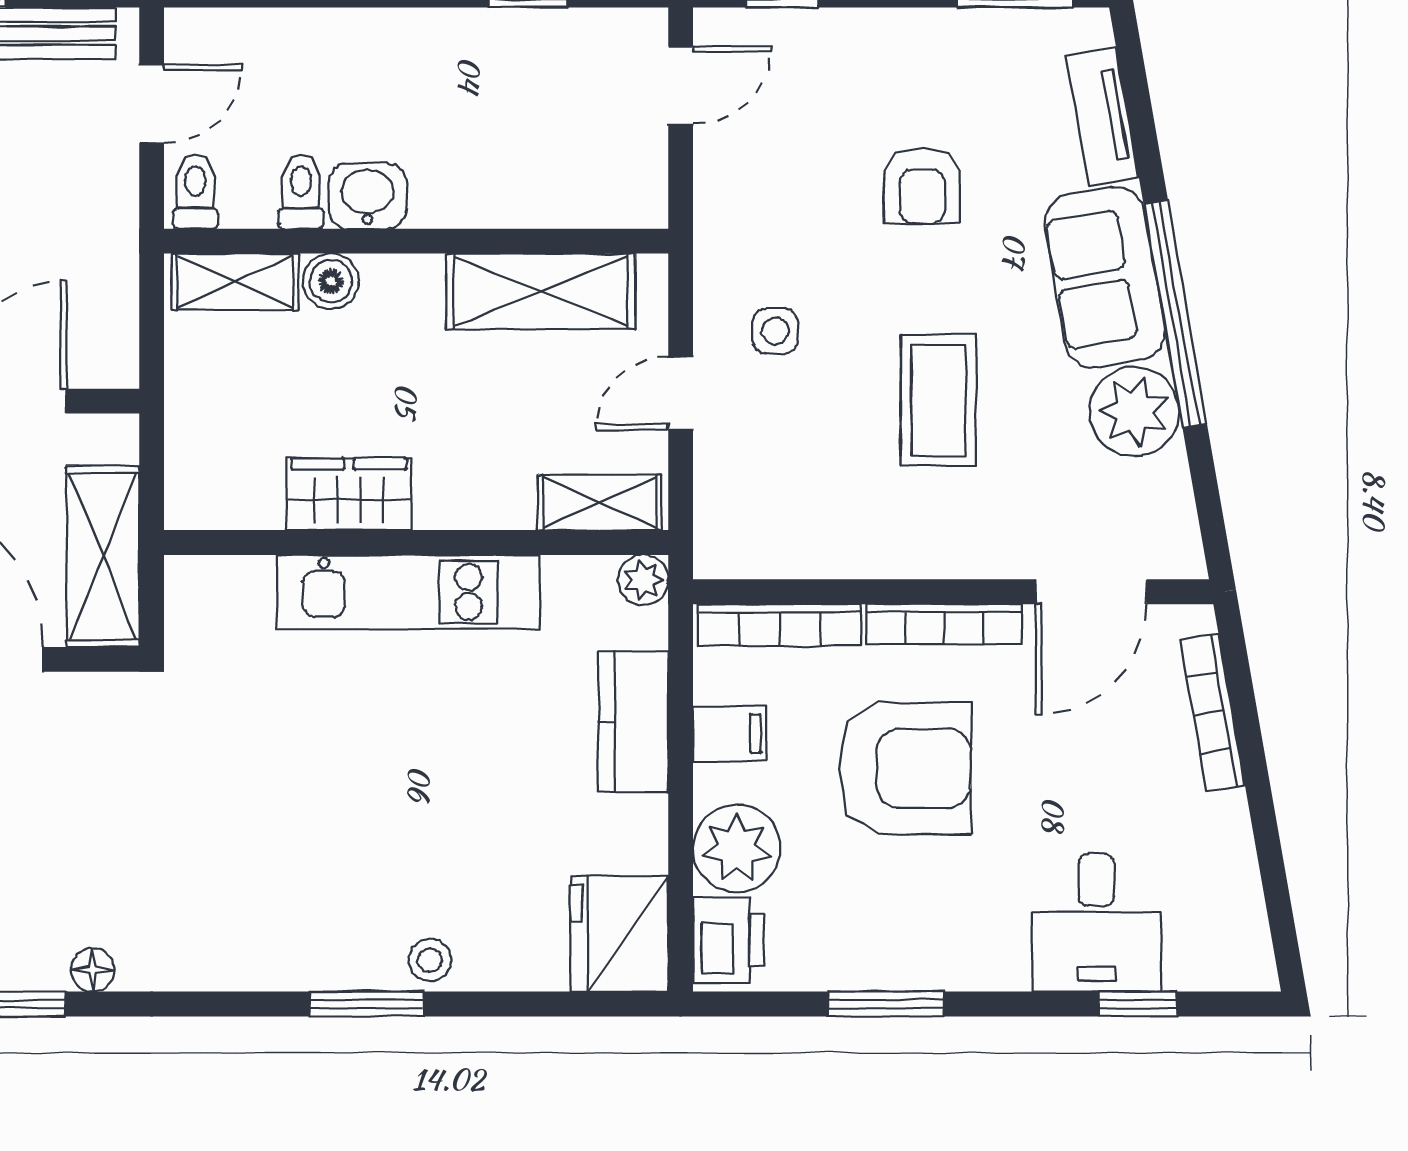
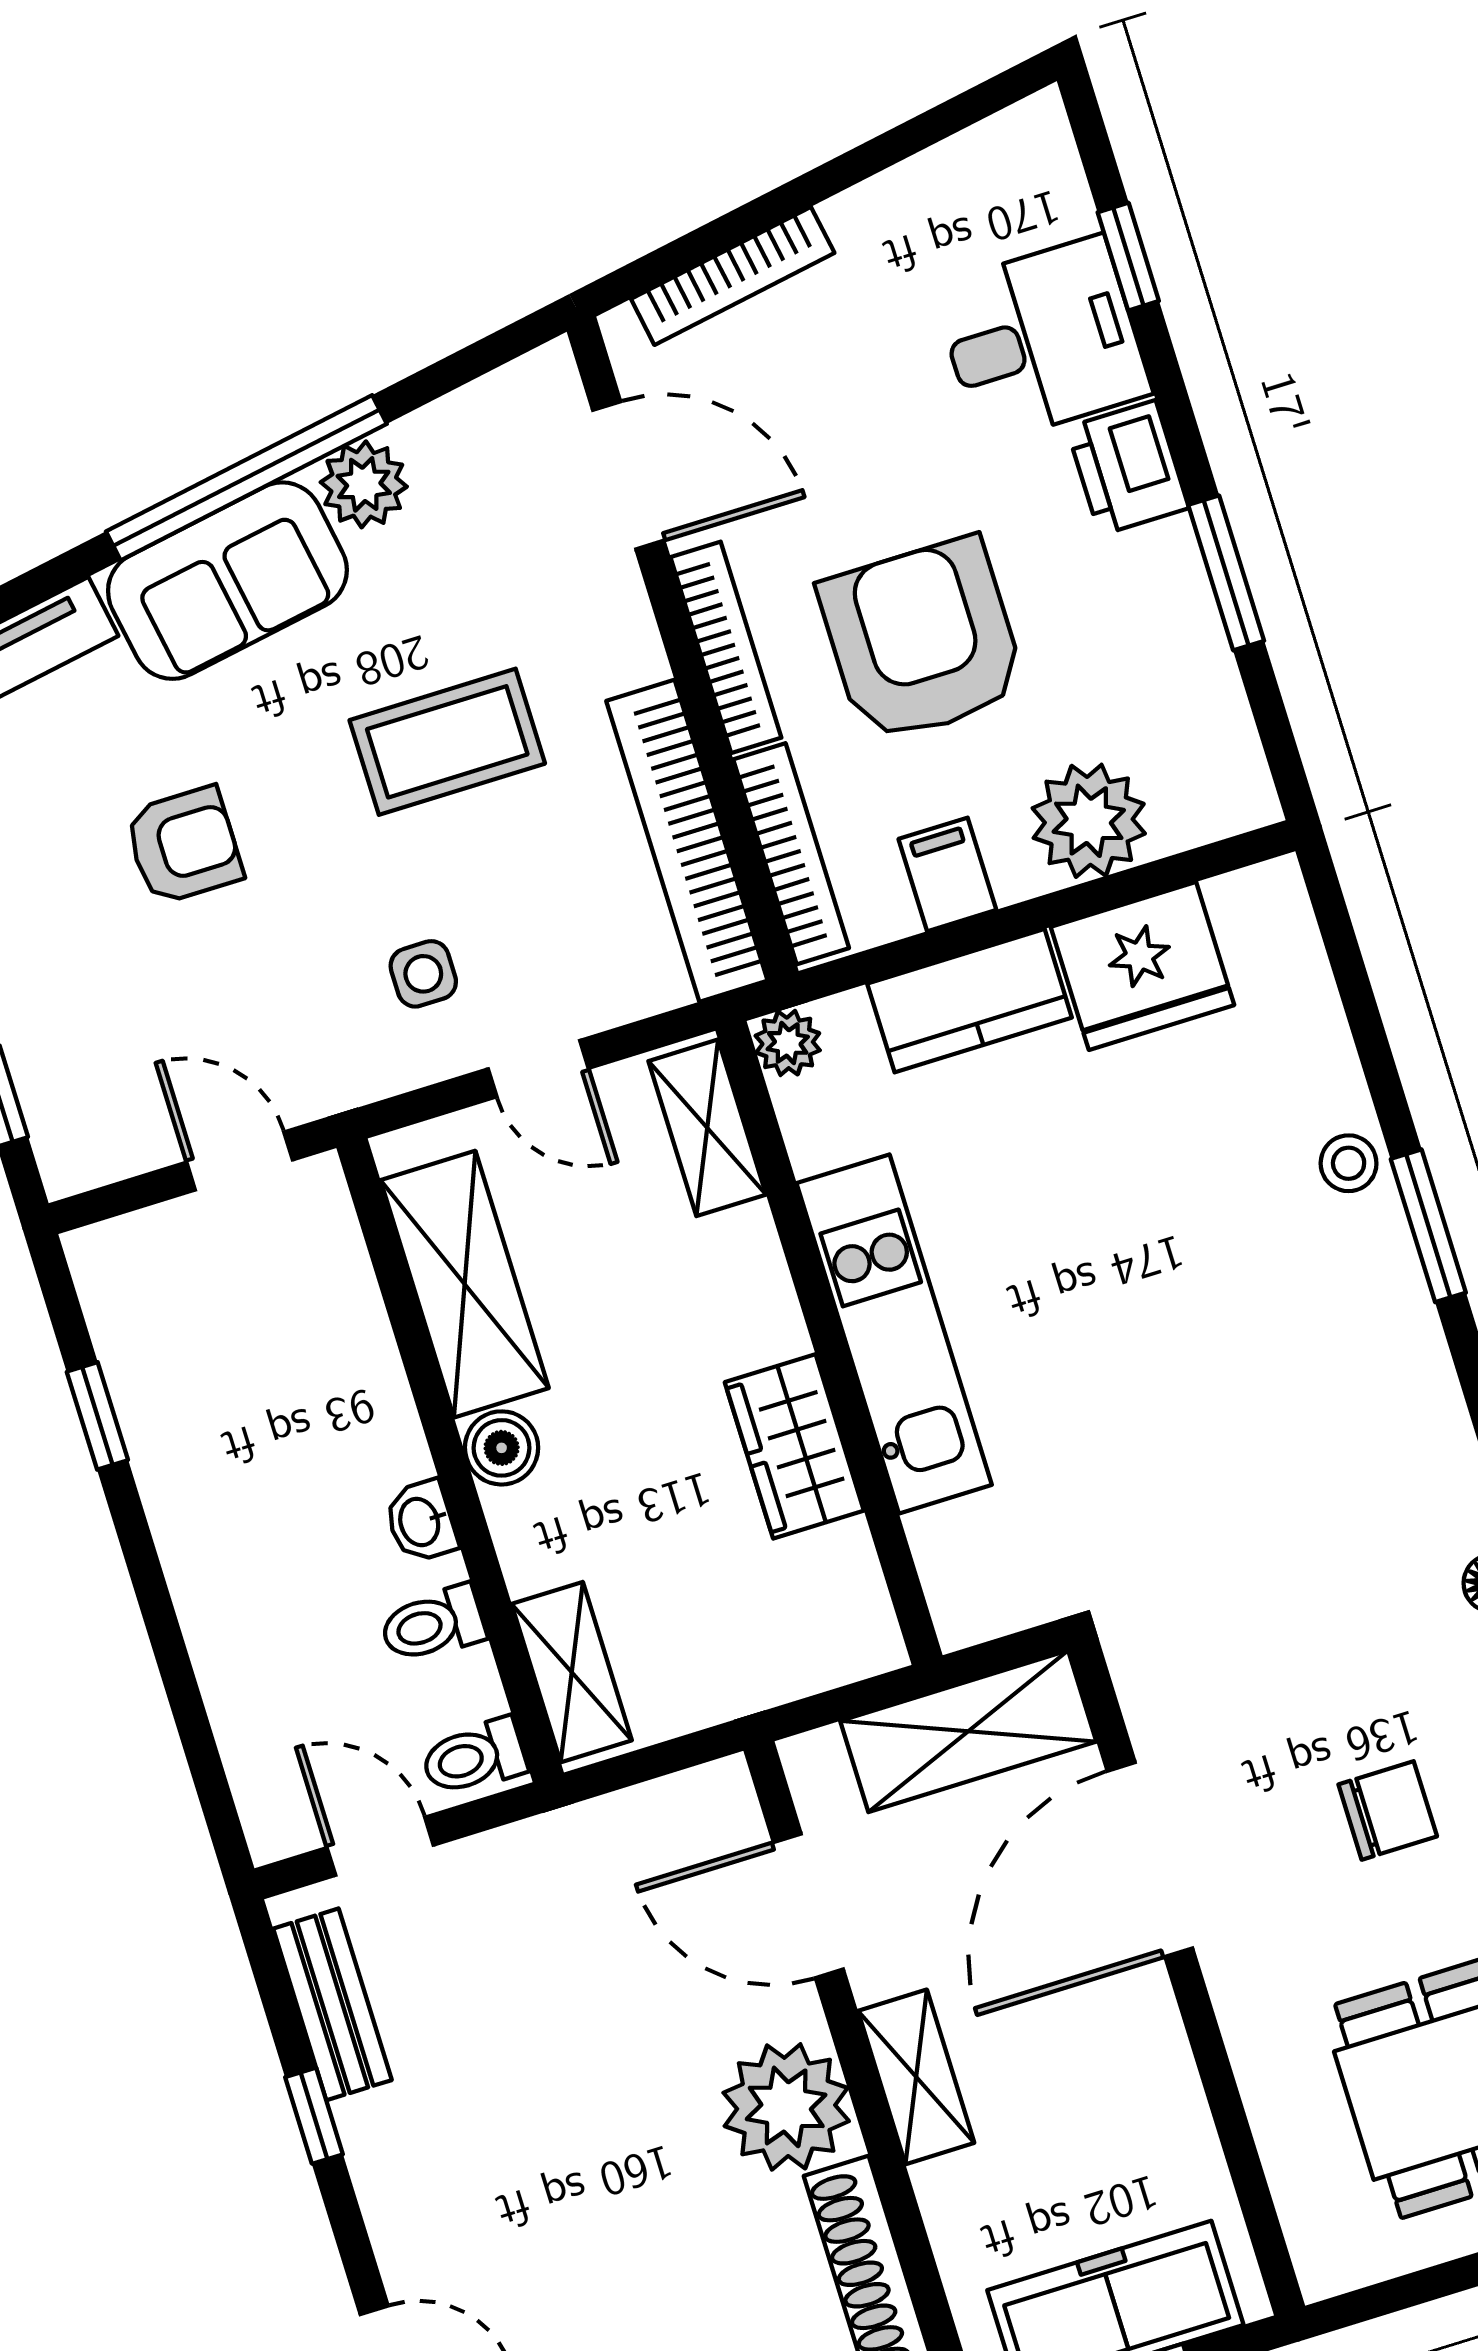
door: (681, 85) -> (240, 1161), moved
washbasin: (368, 196) -> (421, 1521), width x0.72, depth x0.69
boiler: (331, 281) -> (502, 1448), moved
plant: (1134, 412) -> (364, 484), width x0.73, depth x0.73
bookcase: (813, 552) -> (687, 841), added
fridge: (619, 934) -> (1142, 966), moved
printer: (729, 940) -> (1128, 468), moved, turned -90

